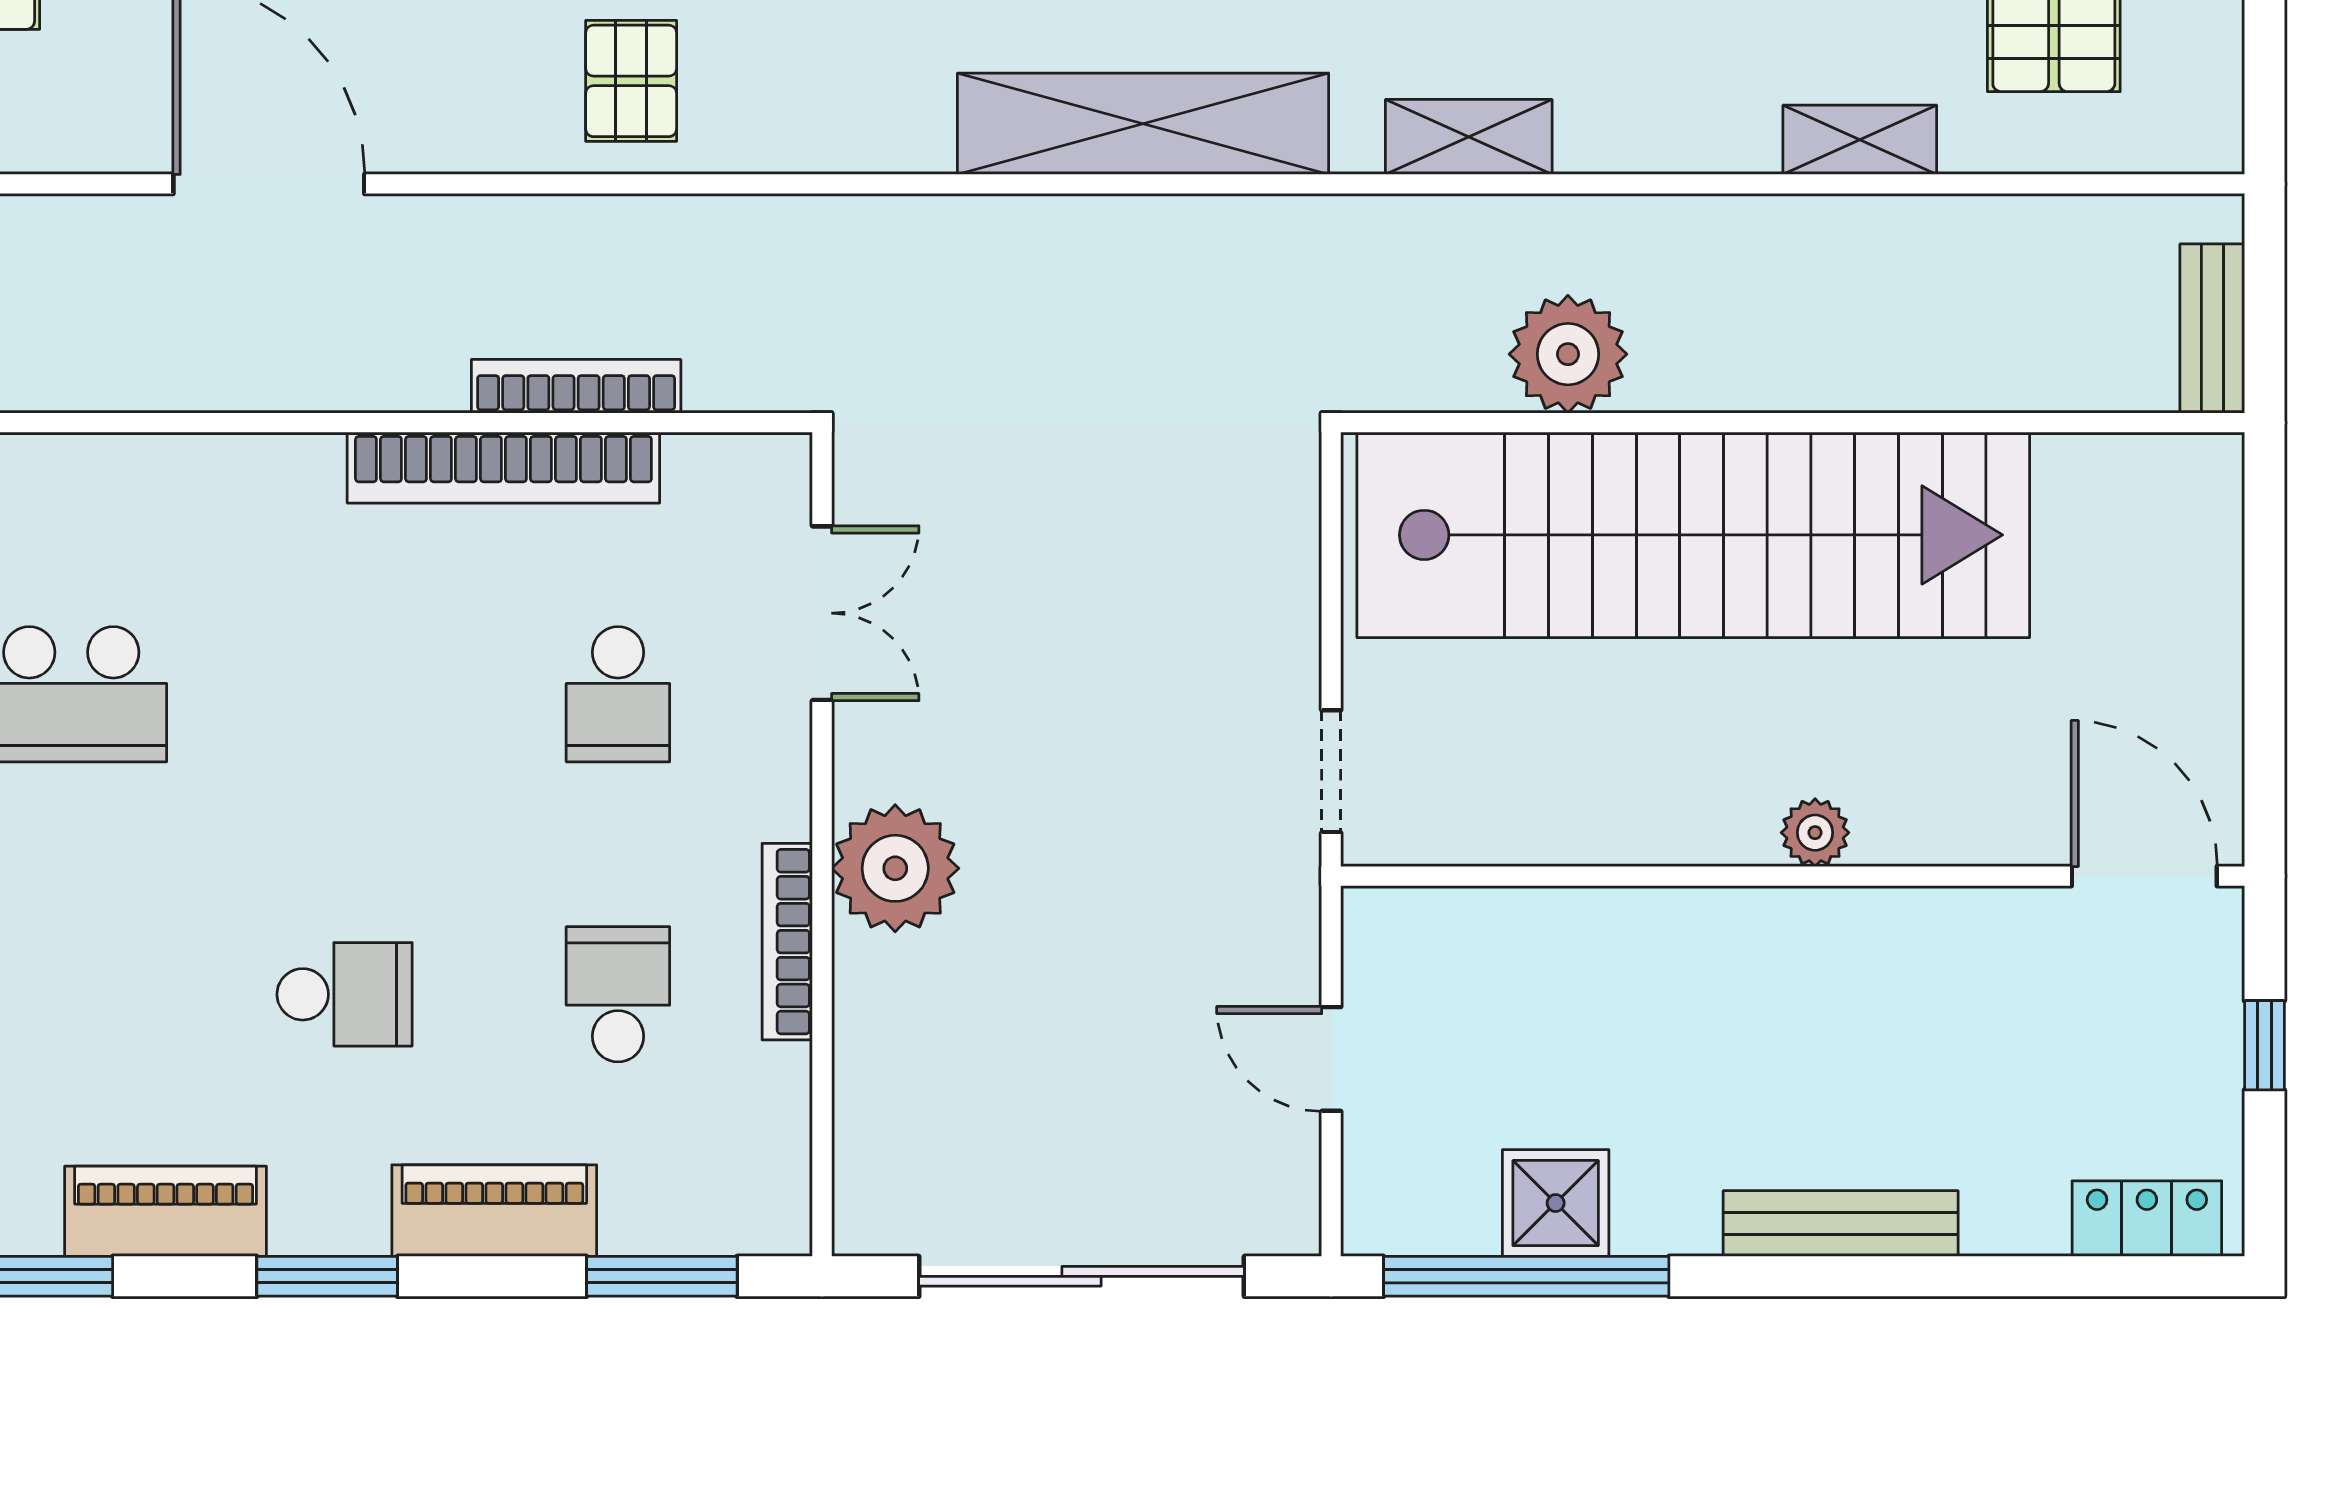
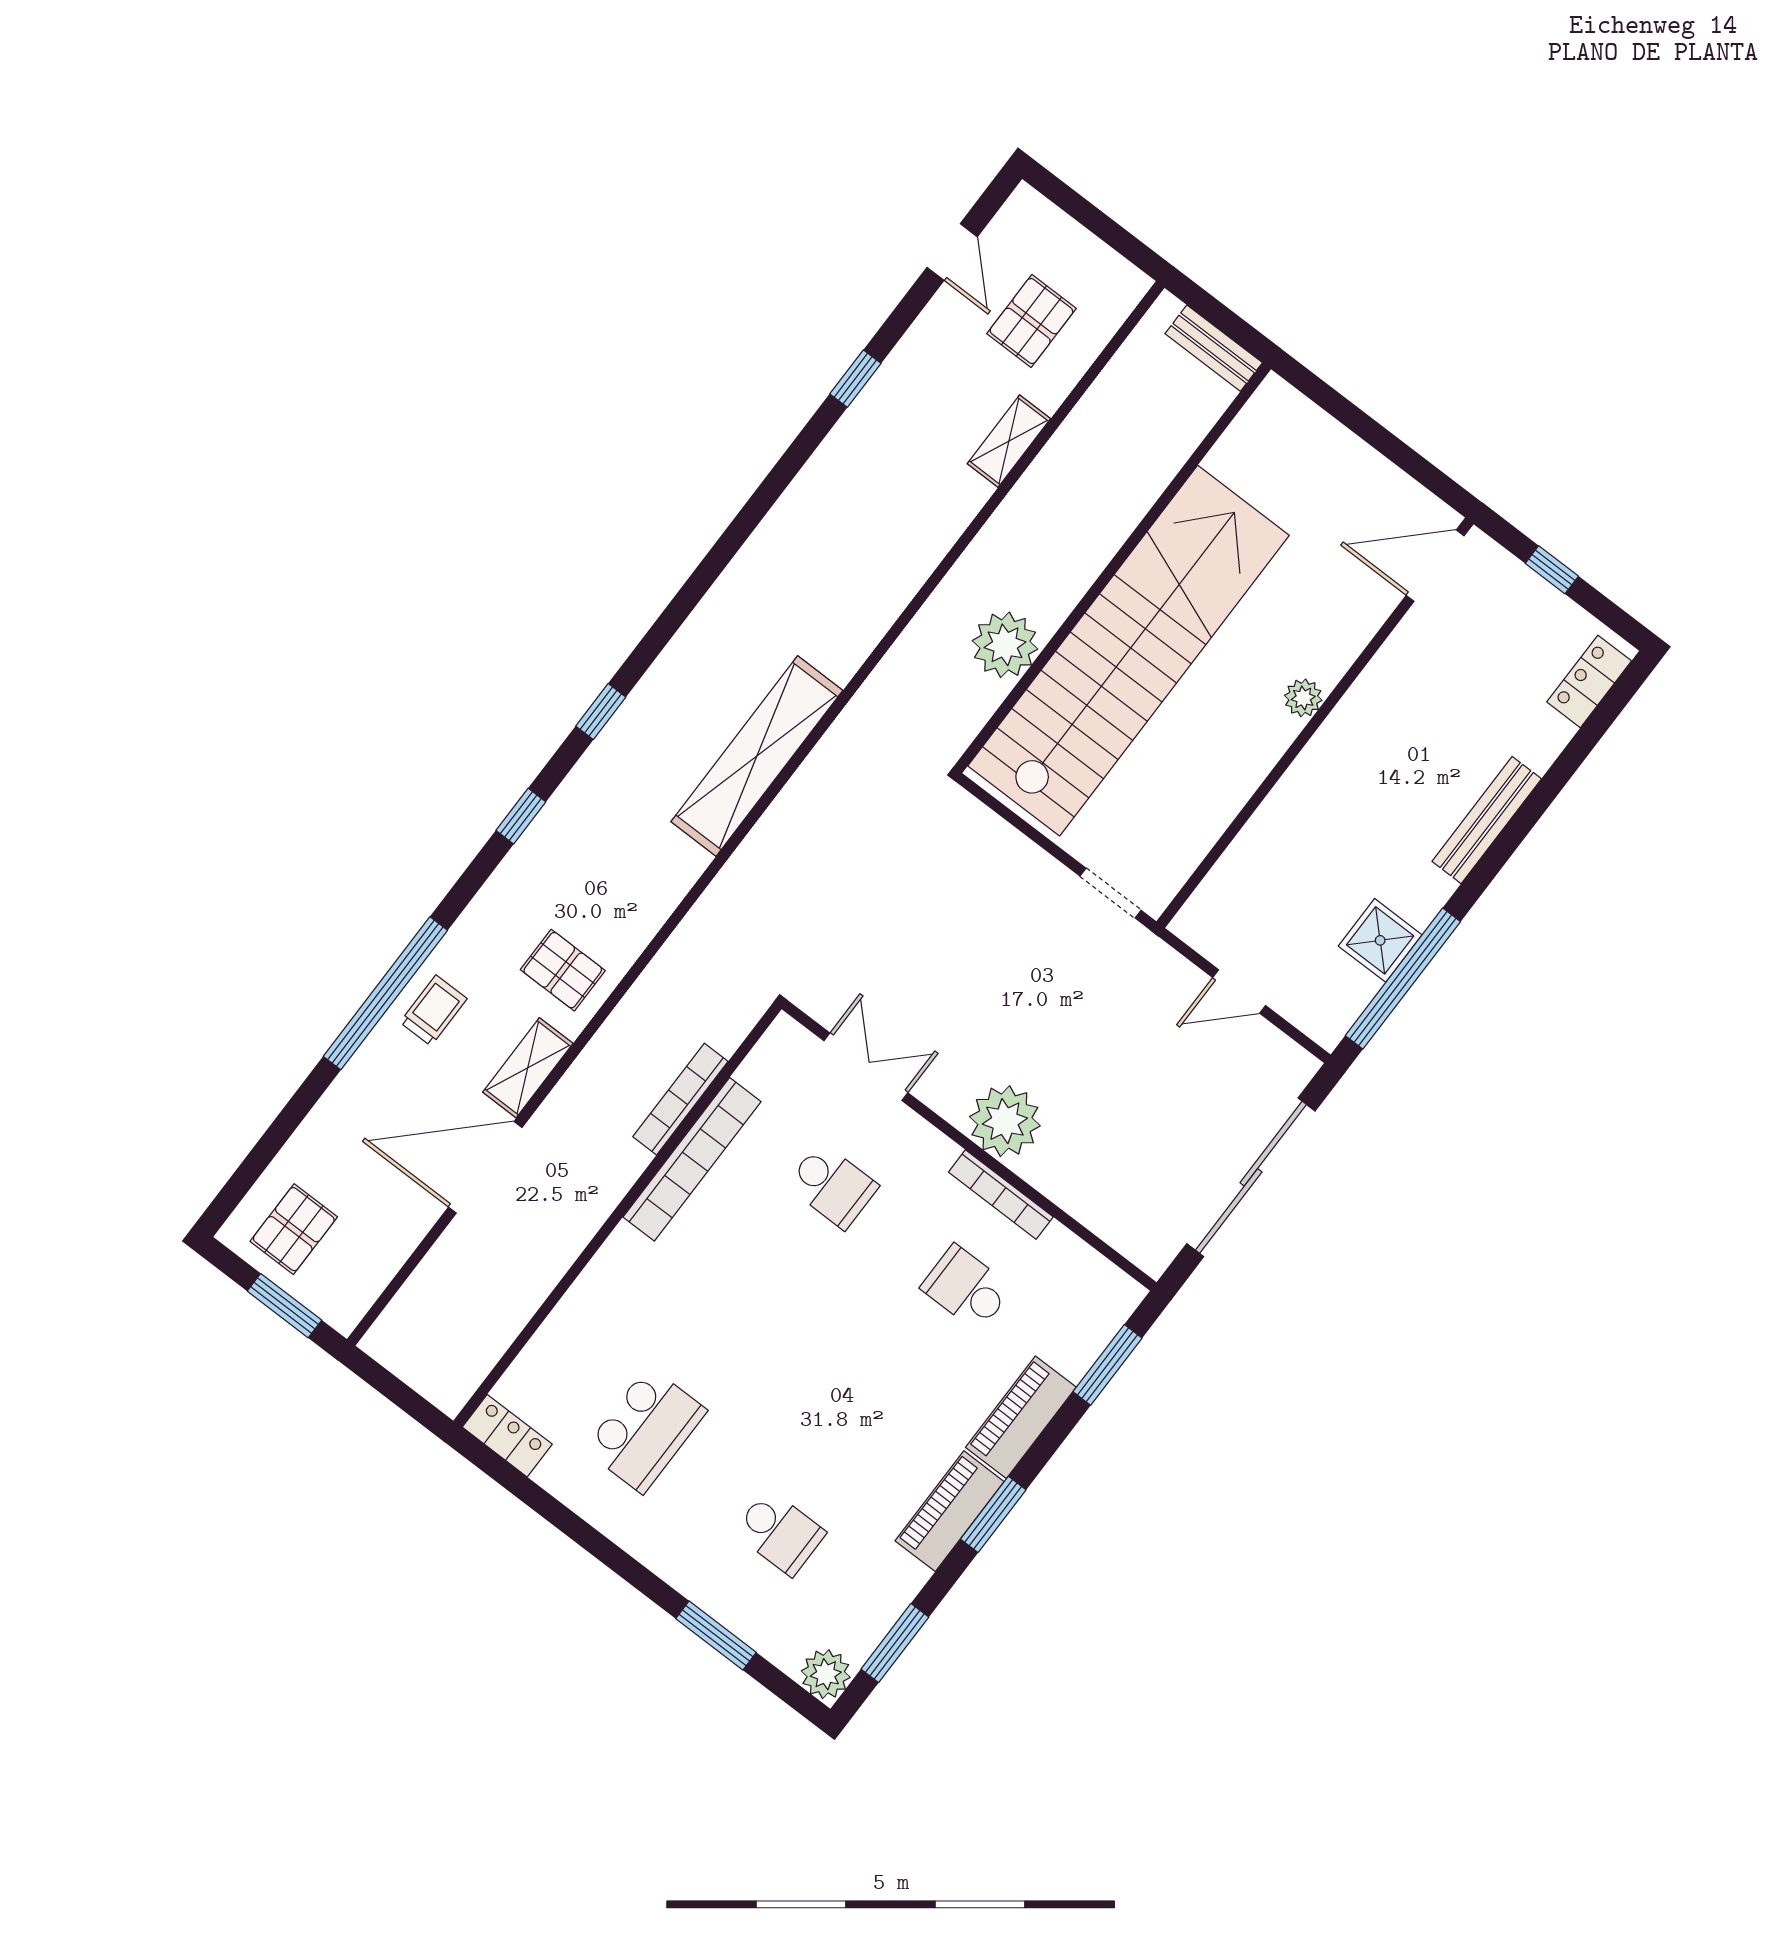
shelving: (1469, 137) -> (528, 1068), moved
school desk: (345, 994) -> (780, 1532), moved, turned 90
piano: (166, 1211) -> (950, 1511), moved

